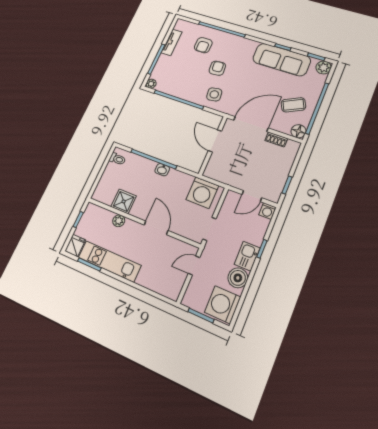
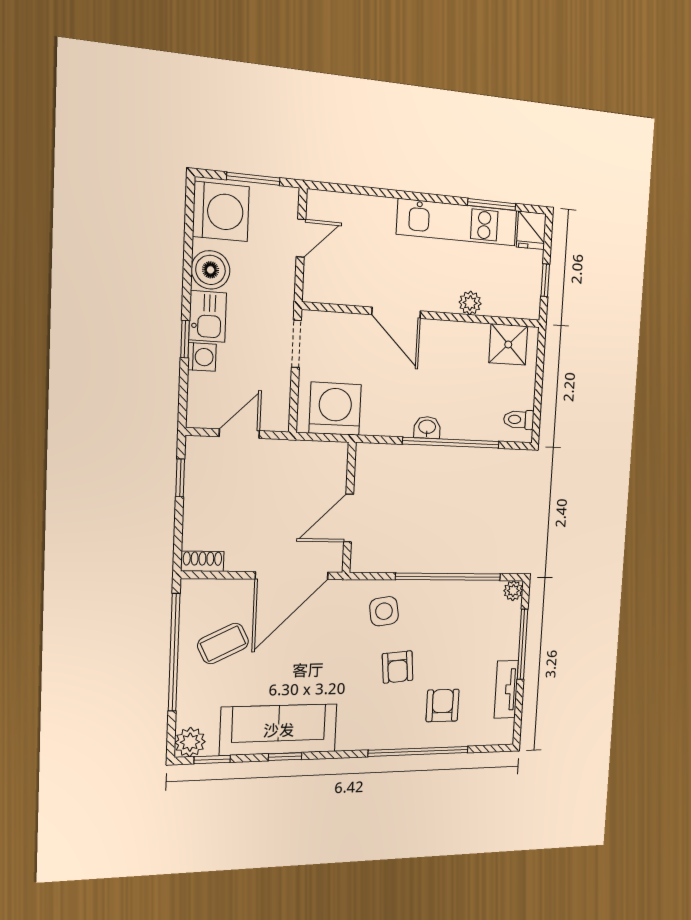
floor lamp: (298, 131) -> (195, 593), removed
shoe rack: (276, 139) -> (202, 561), moved
door: (215, 141) -> (349, 518), swing flipped
shower: (124, 201) -> (508, 344), moved
washing machine: (267, 211) -> (202, 357), moved, turned 90
door: (194, 265) -> (301, 238), moved

